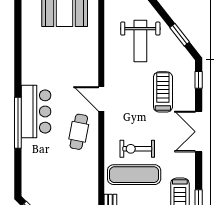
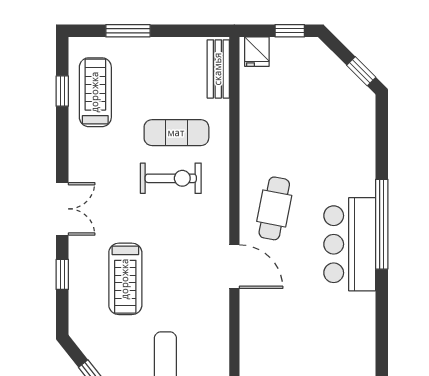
window: (199, 80) -> (62, 274), moved
double door: (199, 132) -> (62, 209), width x0.73
exercise mat: (134, 175) -> (176, 133), width x0.73, depth x0.69

